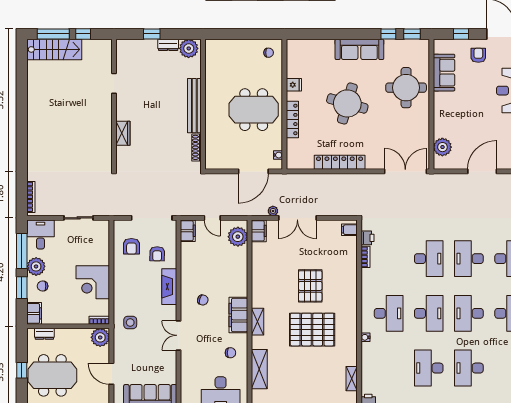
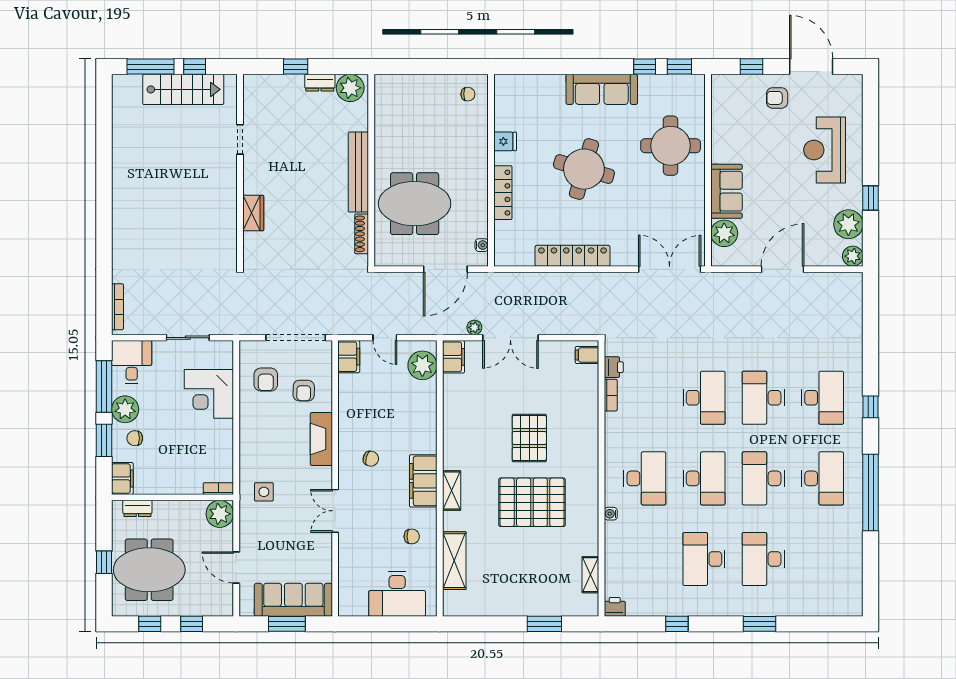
stairs: (54, 49) -> (183, 89), moved
armchair: (478, 55) -> (777, 98), turned -90
sofa: (444, 73) -> (726, 191), moved
meeting table: (254, 110) -> (415, 204), moved
corner desk: (93, 282) -> (209, 394), moved

